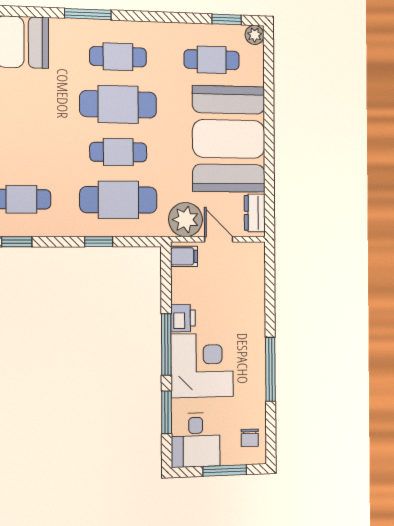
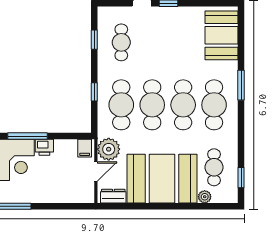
plant: (255, 35) -> (205, 197), moved
cafe table: (118, 57) -> (214, 105), width x1.37, depth x1.35
cafe table: (118, 152) -> (152, 105), width x1.37, depth x1.35

